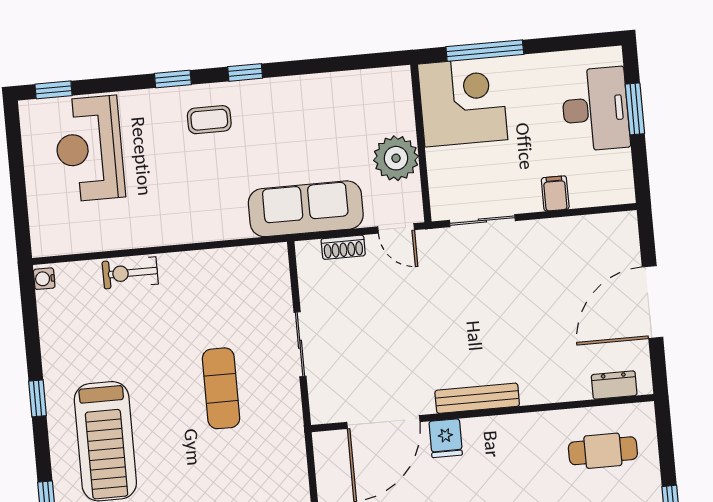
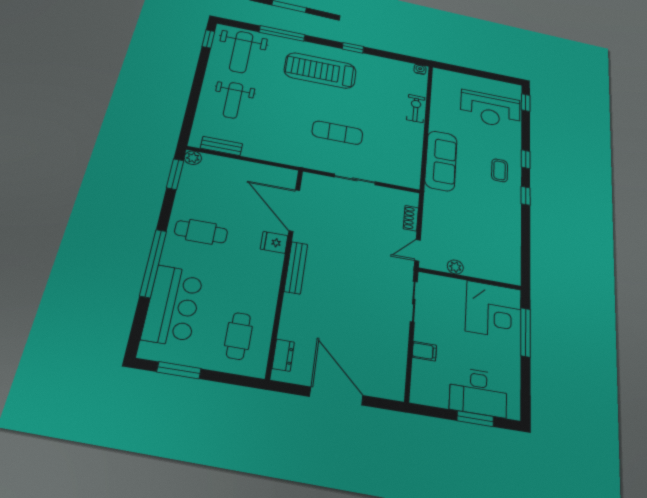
reception desk: (89, 149) -> (490, 109), turned 180
plant: (396, 158) -> (455, 267), width x0.53, depth x0.53
sofa: (306, 209) -> (441, 161), moved

